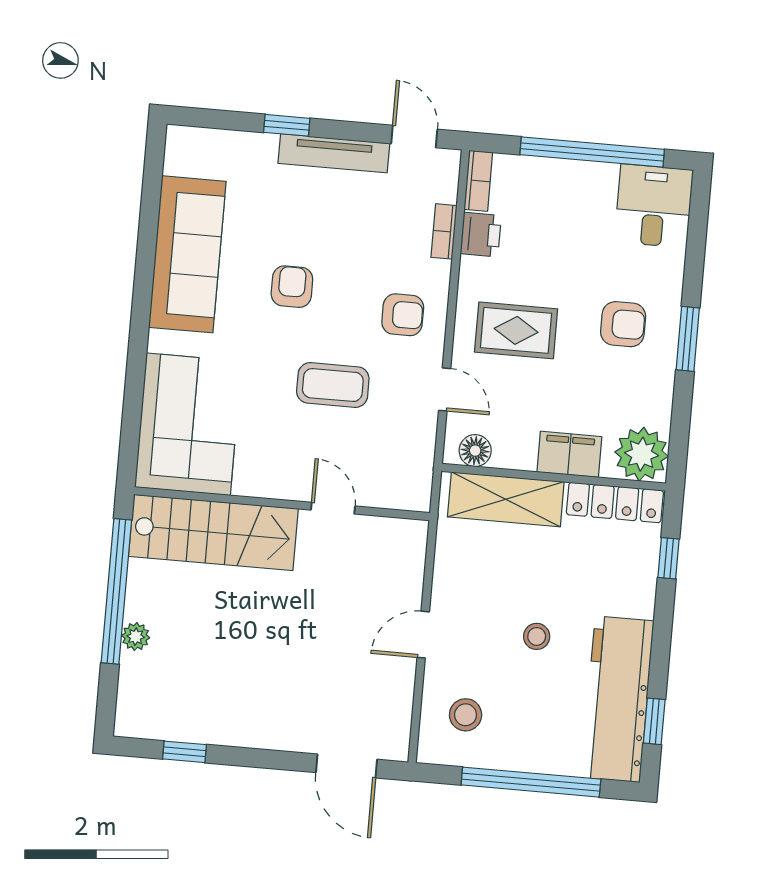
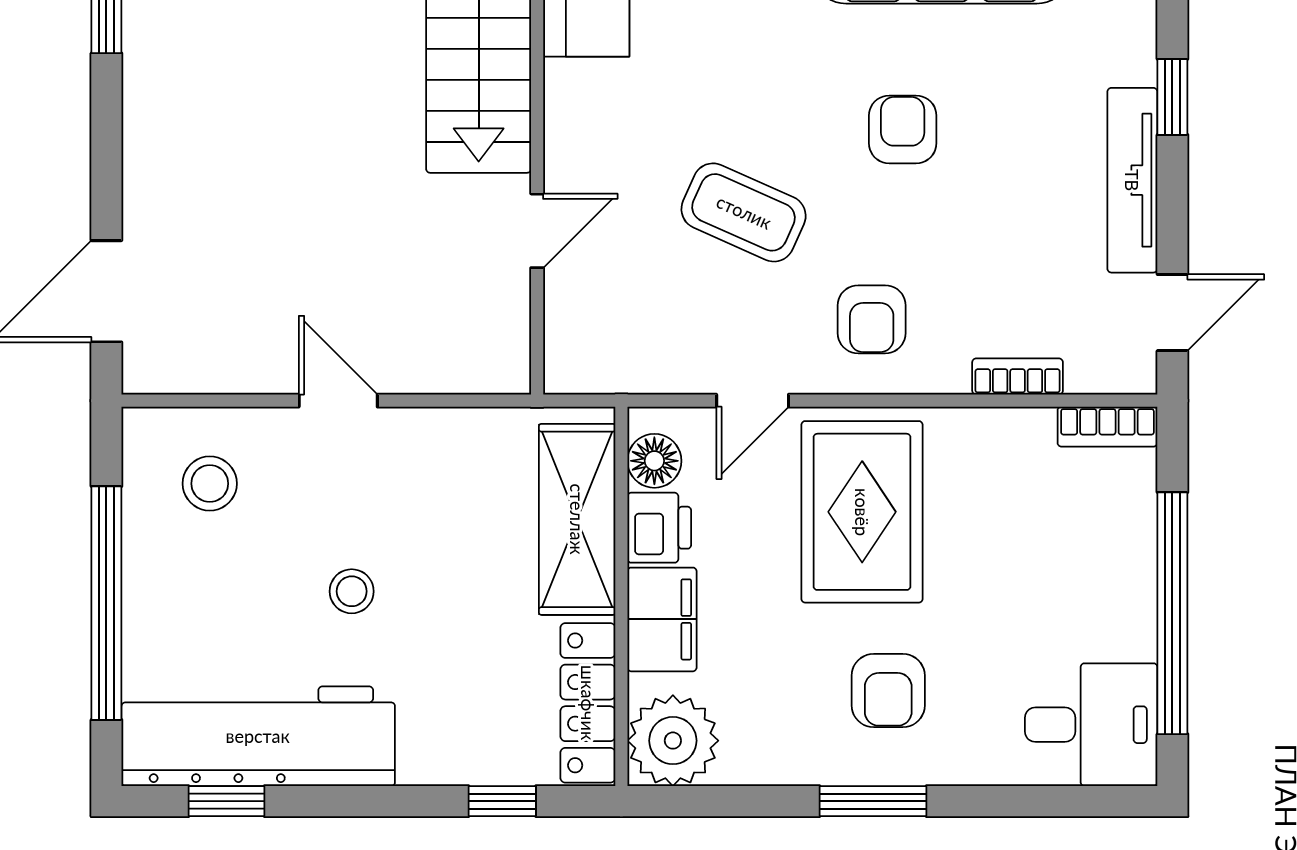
printer: (481, 235) -> (659, 528), moved, turned -90
armchair: (292, 287) -> (903, 129), turned -90
rug: (516, 330) -> (862, 512), width x1.36, depth x1.43
coffee table: (333, 385) -> (744, 212), turned -66

